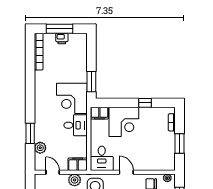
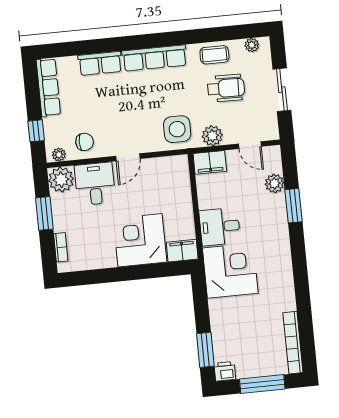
printer: (62, 38) -> (225, 371), moved
window: (91, 82) -> (205, 350), moved
window: (145, 103) -> (108, 275), removed
desk: (102, 158) -> (95, 184), moved
plant: (167, 163) -> (61, 180), added
door: (126, 172) -> (128, 157), hinge flipped

